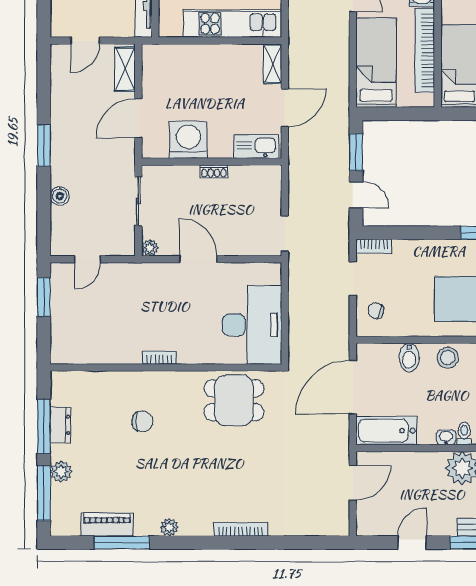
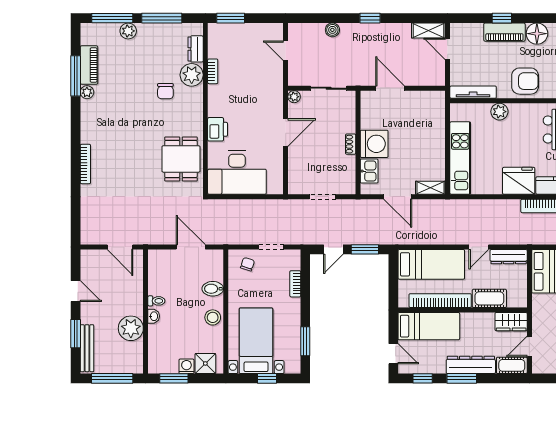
shelving: (125, 69) -> (428, 30), moved
washing machine: (188, 140) -> (374, 144), moved
window: (44, 145) -> (370, 18), width x0.67
kitchen sink: (256, 147) -> (369, 171), width x0.73
doorway: (285, 234) -> (323, 197), moved
bookcase: (374, 246) -> (295, 284), moved
window: (44, 297) -> (231, 18), moved
printer: (194, 351) -> (218, 129), added
bookcase: (159, 358) -> (213, 71), moved
plant: (120, 386) -> (192, 75), added
door: (353, 387) -> (191, 247), width x0.73
dresser: (60, 425) -> (196, 49), moved, turned 90
bathtub: (386, 431) -> (159, 272), removed
toilet: (464, 434) -> (156, 301), moved
plant: (169, 527) -> (87, 92), moved

